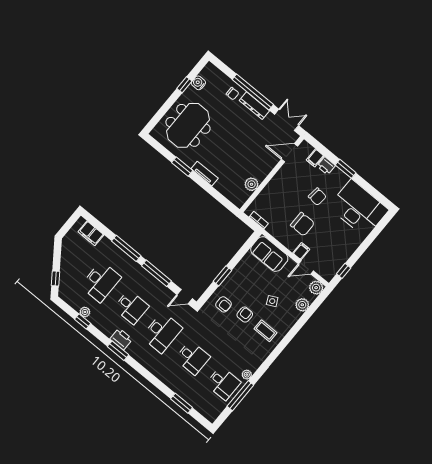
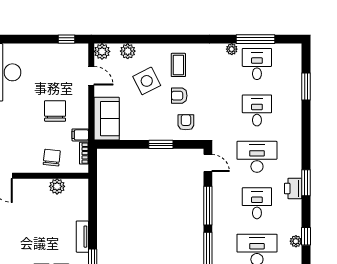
chair: (317, 197) -> (52, 158), moved
filing cabinet: (301, 251) -> (80, 135), moved
side table: (272, 301) -> (147, 81), width x1.87, depth x1.87

